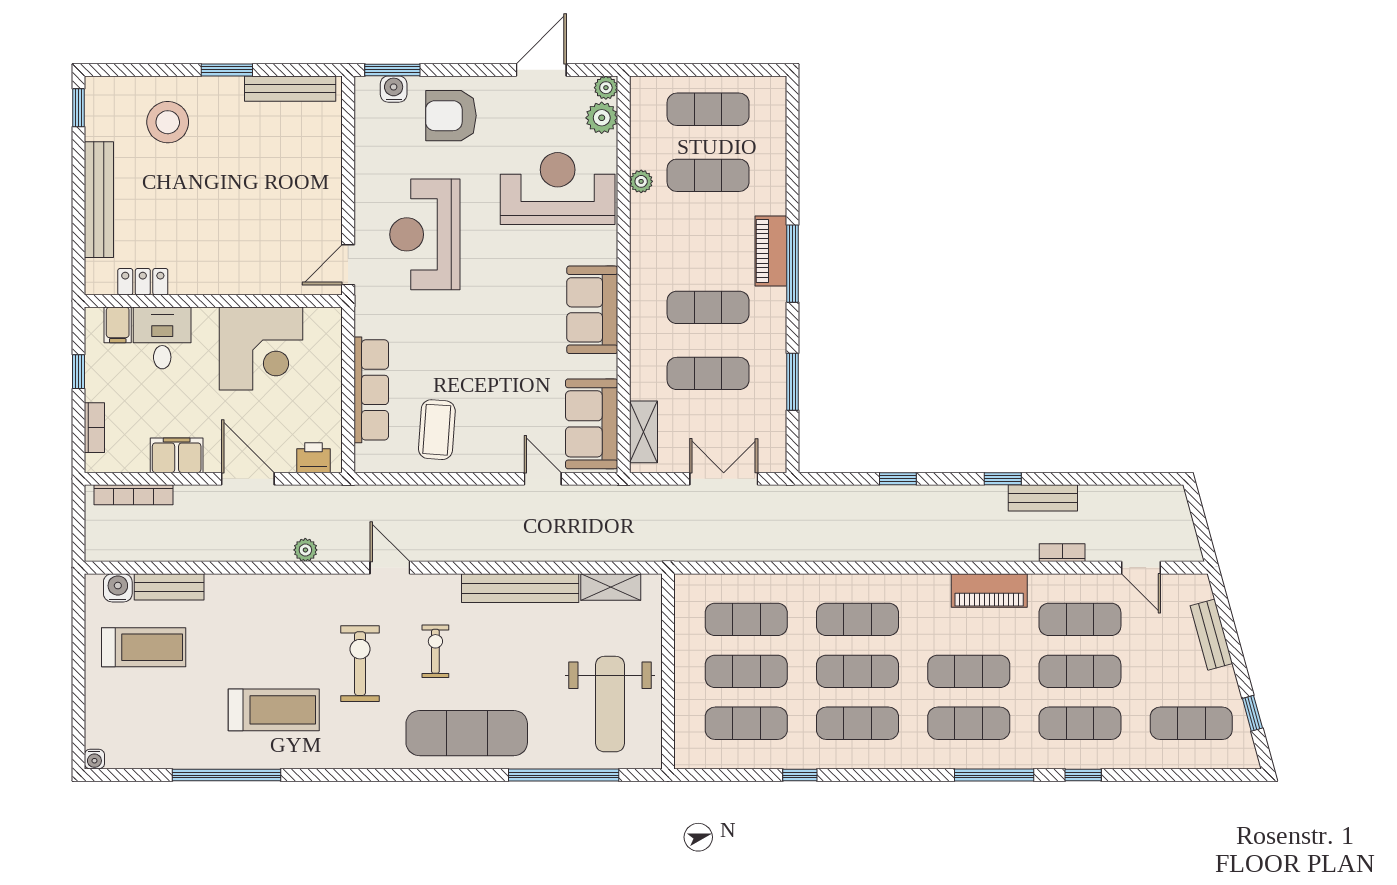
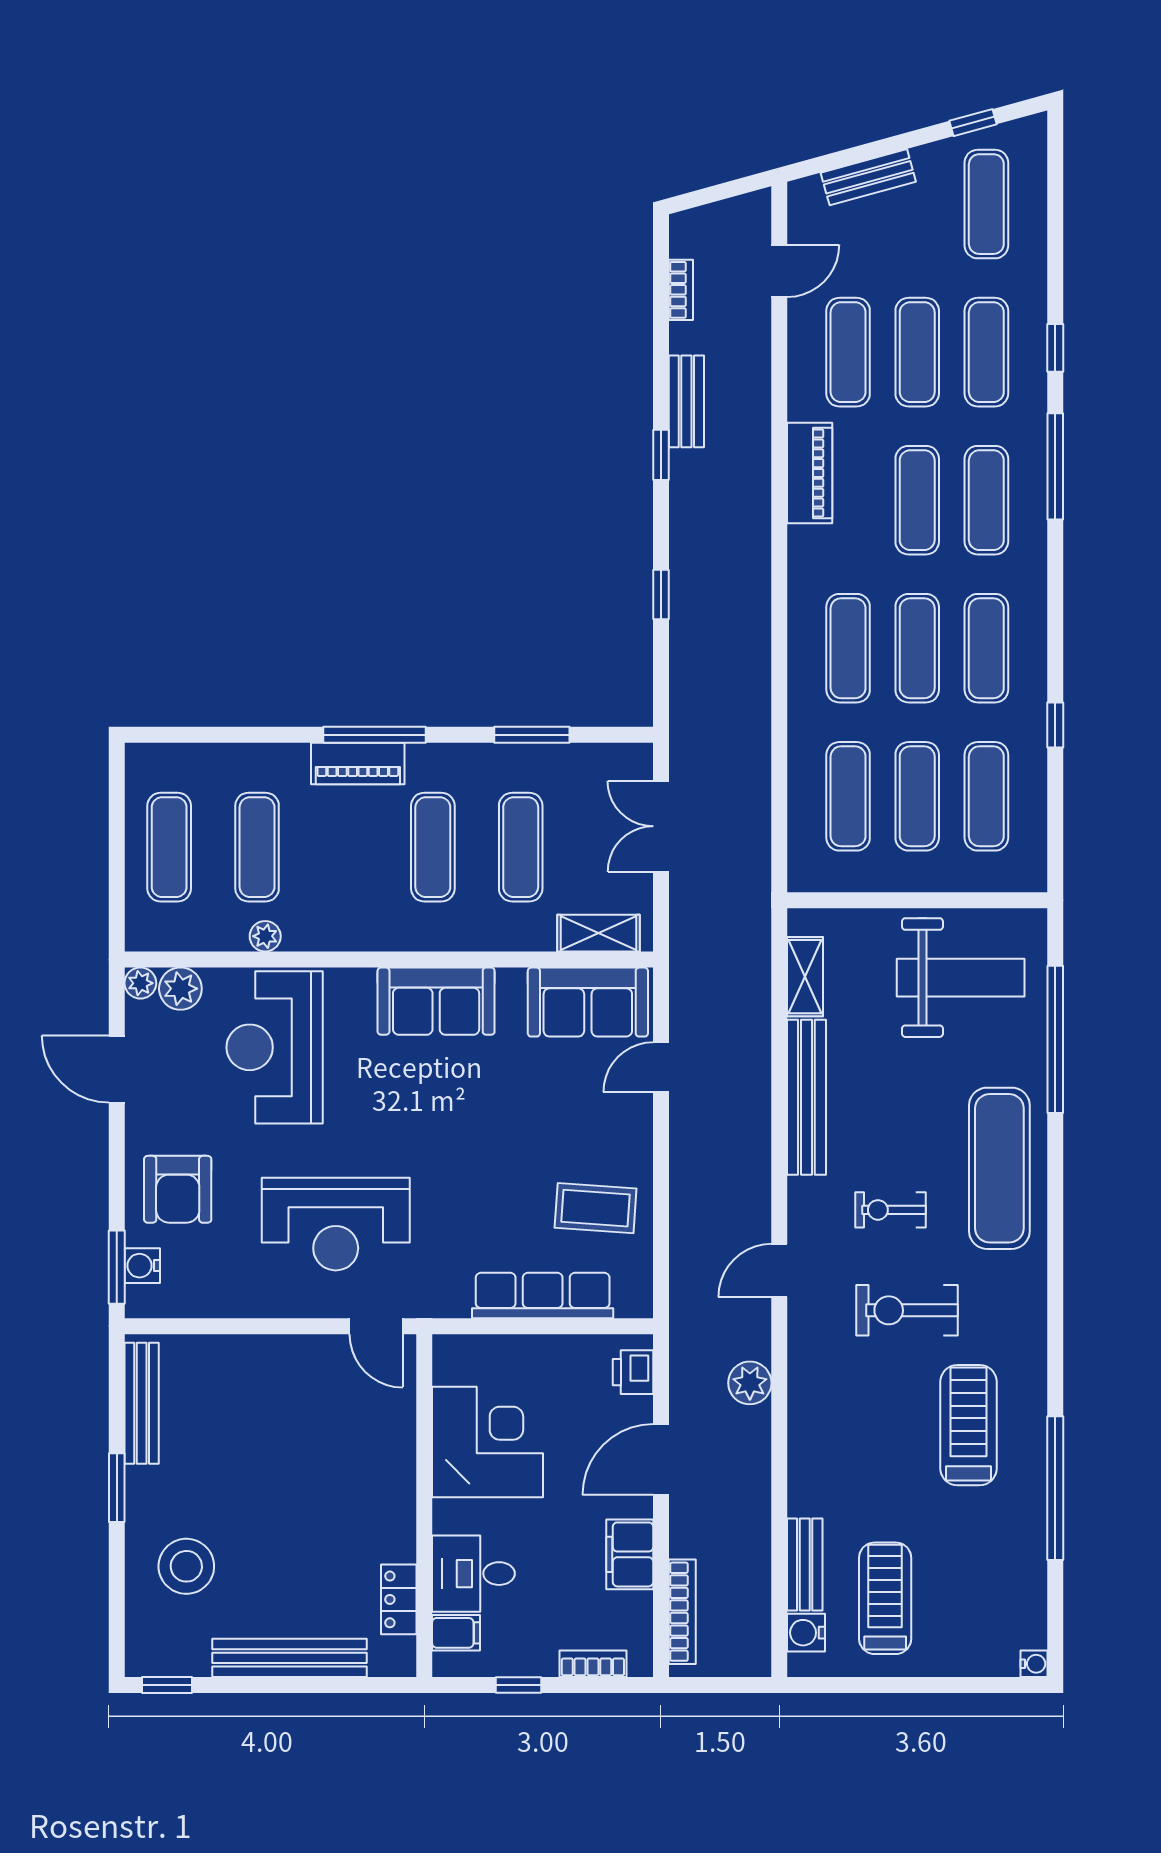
plant: (305, 550) -> (750, 1383), width x1.38, depth x1.38
bookcase: (1062, 553) -> (681, 290), moved, turned 180

